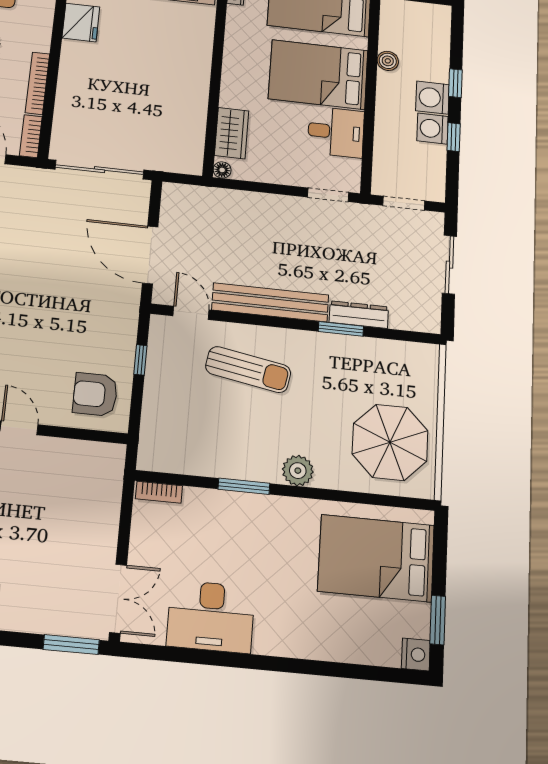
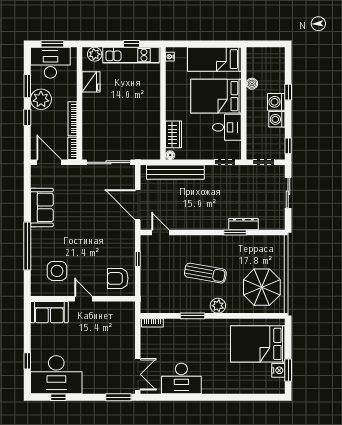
window: (454, 137) -> (288, 146), moved
bench: (270, 302) -> (175, 172), moved
sun lounger: (248, 370) -> (205, 273), moved
nightstand: (416, 654) -> (278, 370), moved

